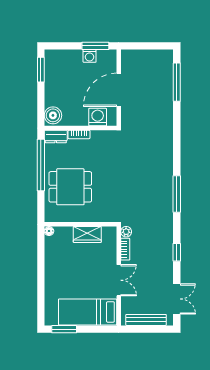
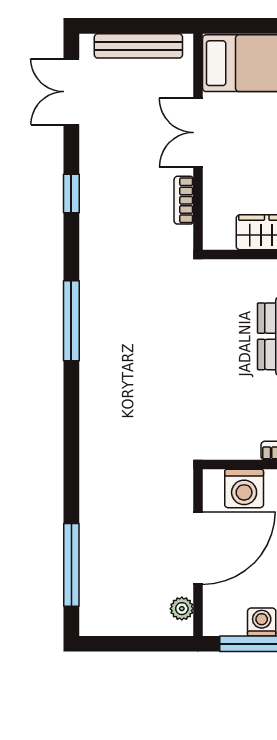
plant: (126, 232) -> (182, 609), moved

